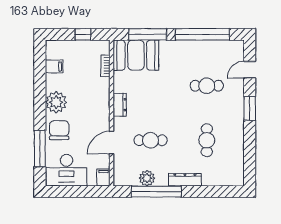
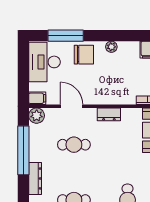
plant: (56, 102) -> (111, 47), width x0.53, depth x0.53
cafe table: (151, 140) -> (74, 145), turned 90
plant: (147, 178) -> (37, 116), moved

